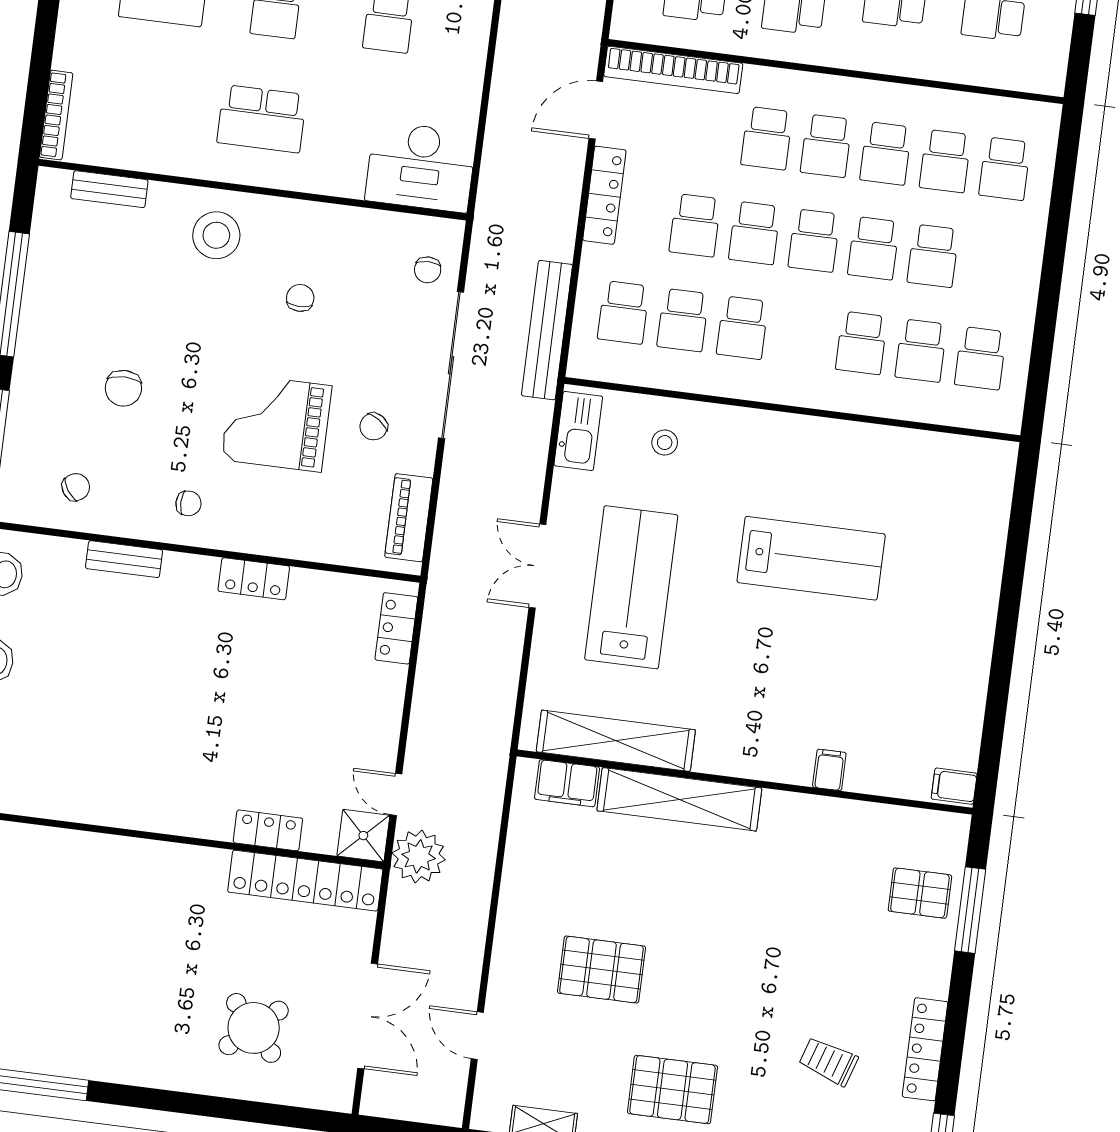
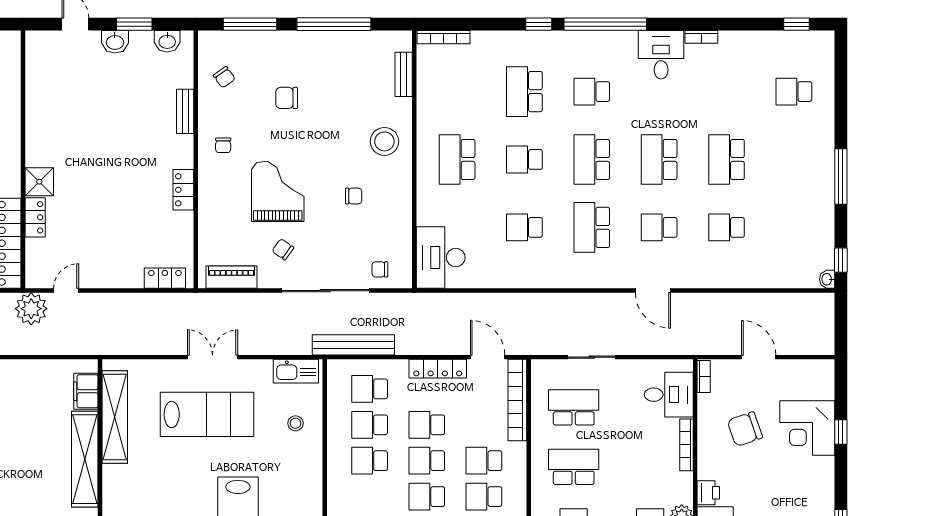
shower: (363, 836) -> (39, 182), moved

